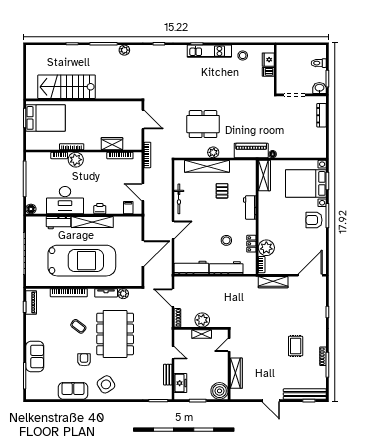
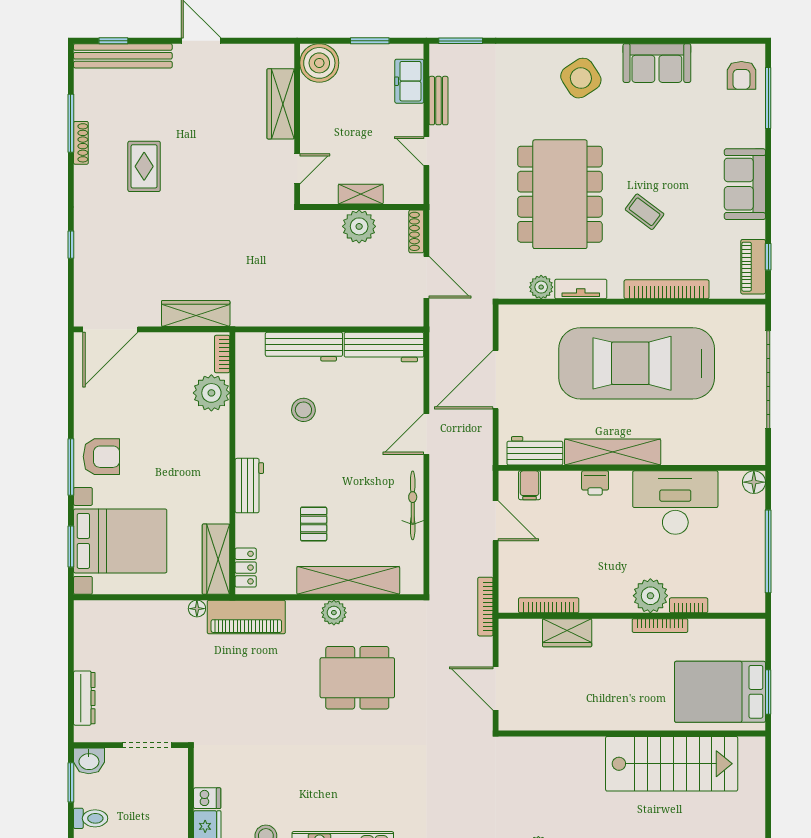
workbench: (58, 223) -> (535, 451), moved
locker: (251, 244) -> (246, 568), moved
sofa: (35, 356) -> (745, 184), moved
armchair: (84, 360) -> (741, 75), moved

